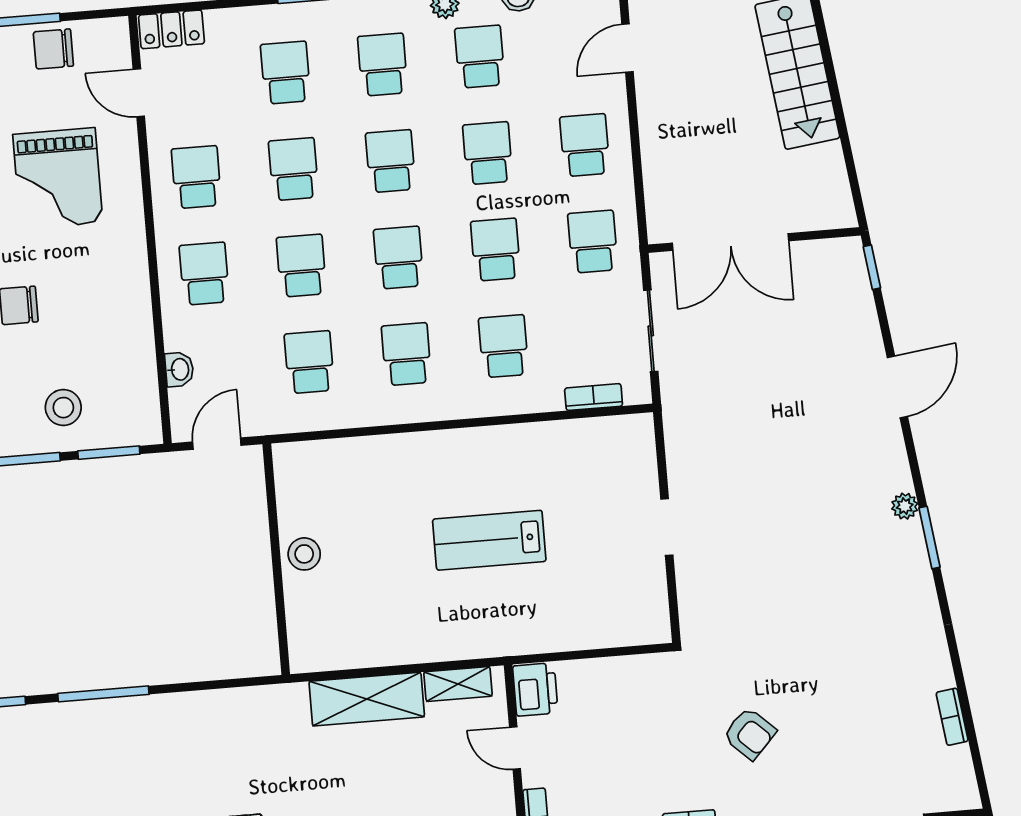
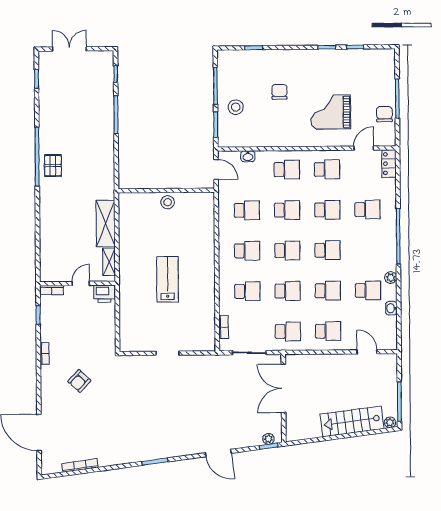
school desk: (383, 65) -> (368, 250), removed
plant: (905, 506) -> (268, 439), moved
bookcase: (952, 717) -> (80, 465), width x1.56

